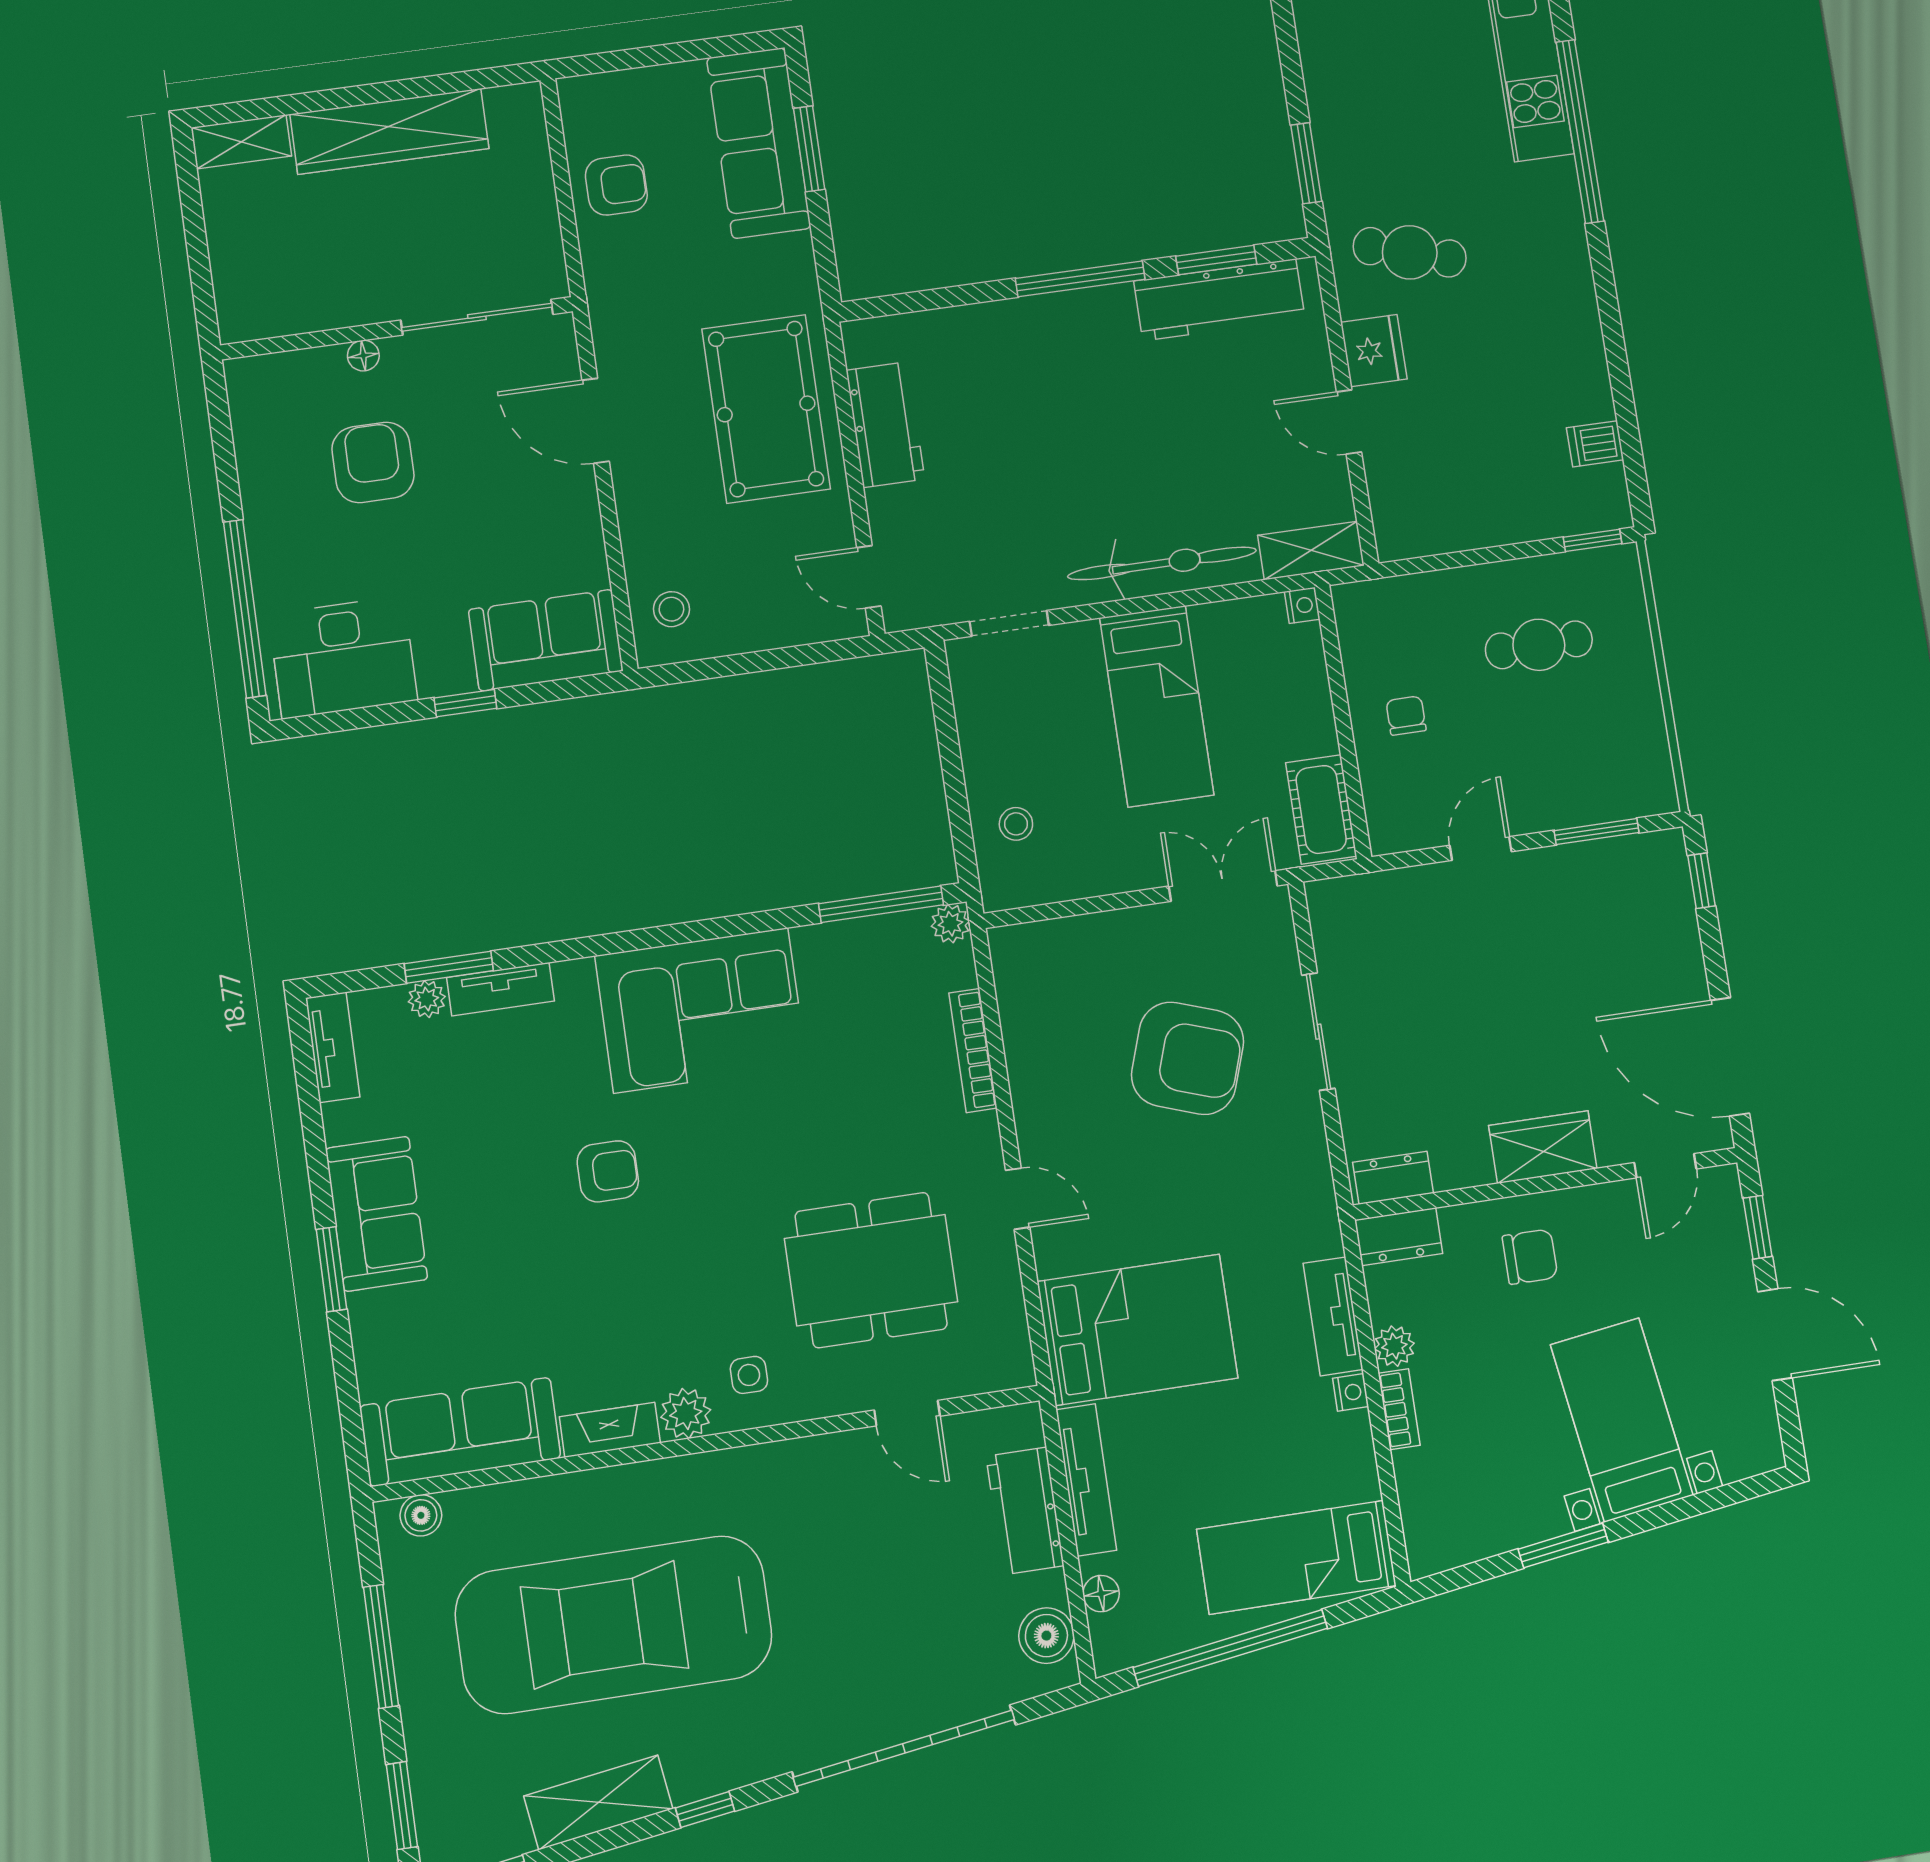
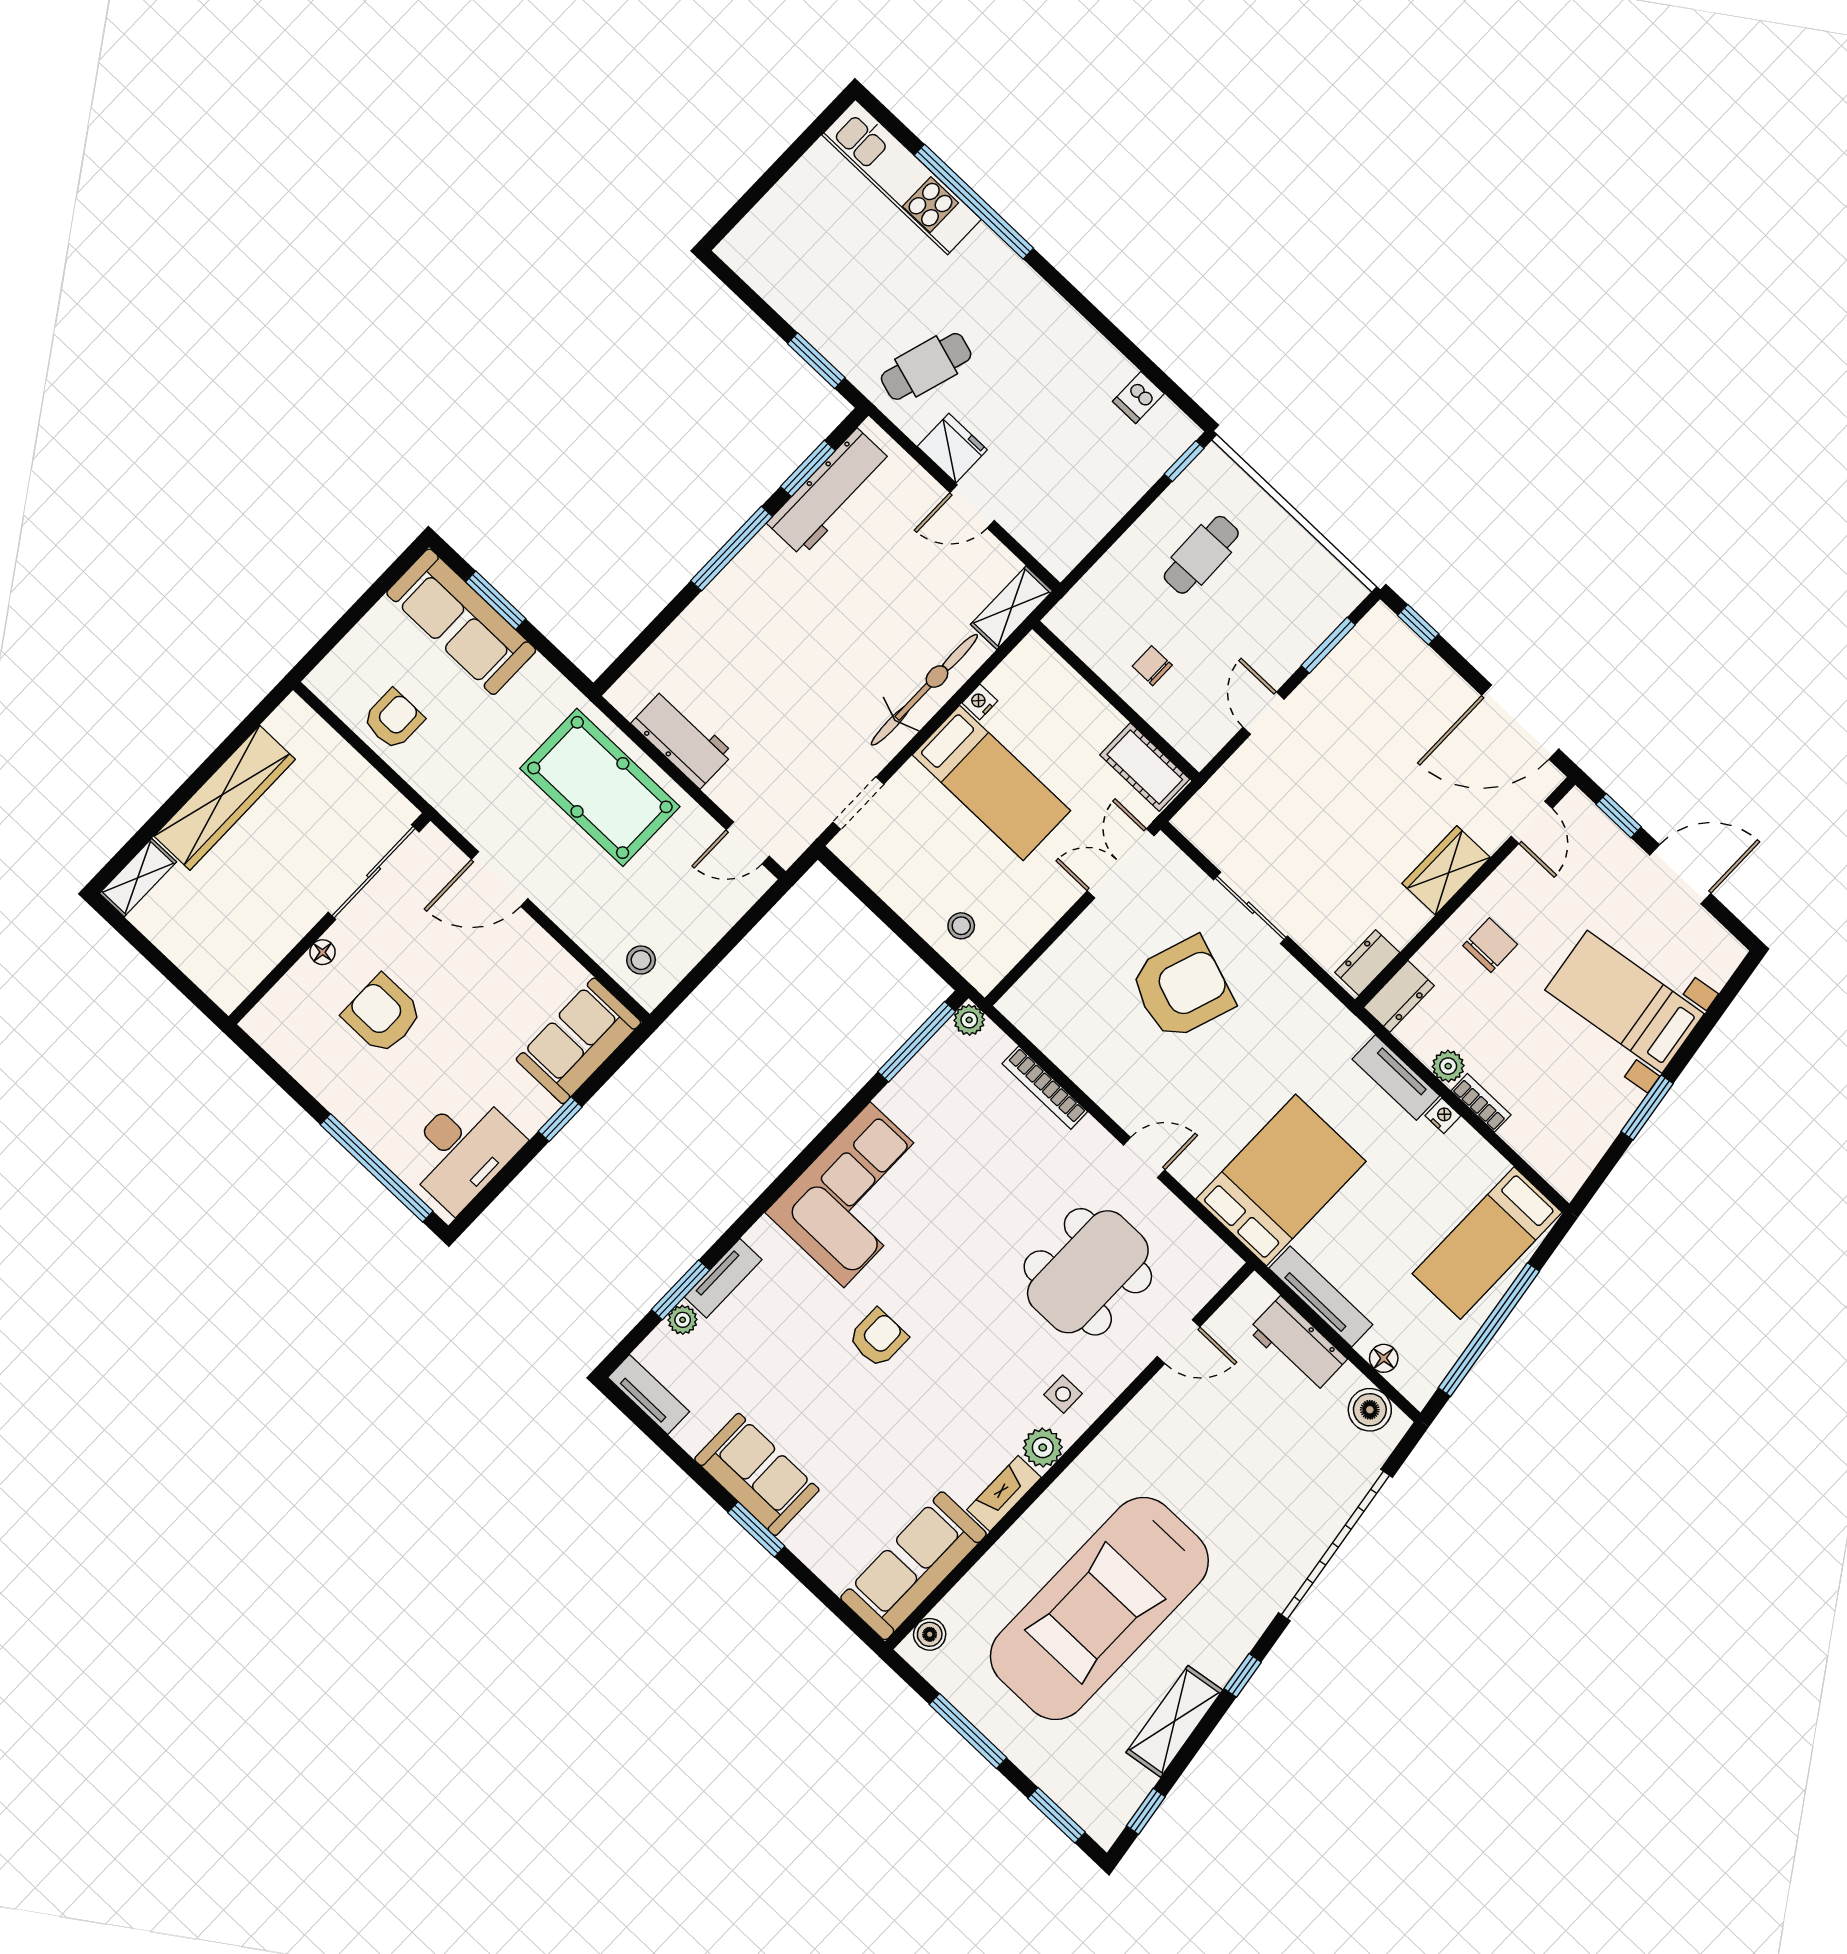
nightstand: (1302, 605) -> (980, 702), moved, turned -90

